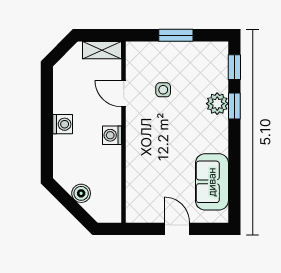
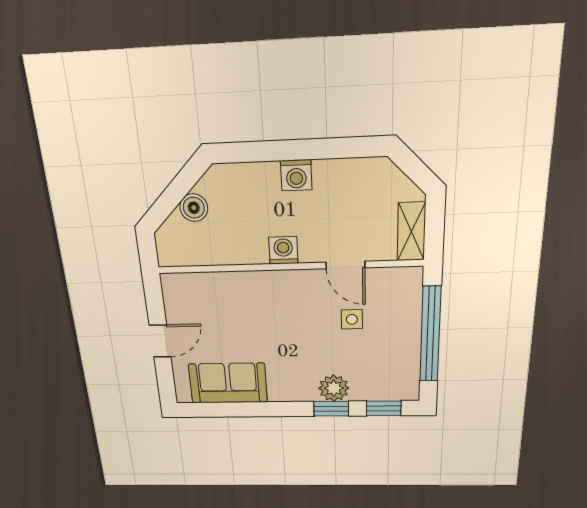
window: (176, 35) -> (430, 335), width x2.11
door: (124, 94) -> (345, 265), swing flipped

